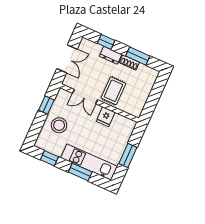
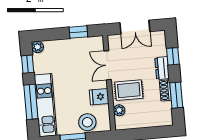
plant: (125, 107) -> (119, 110), added
stool: (59, 125) -> (87, 122), moved
plant: (40, 143) -> (37, 47), added
window: (80, 172) -> (31, 102), width x1.44

